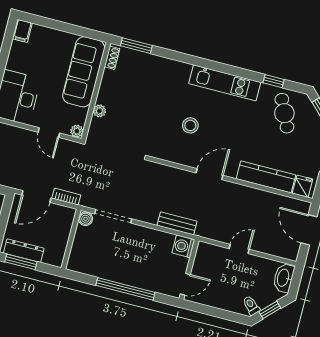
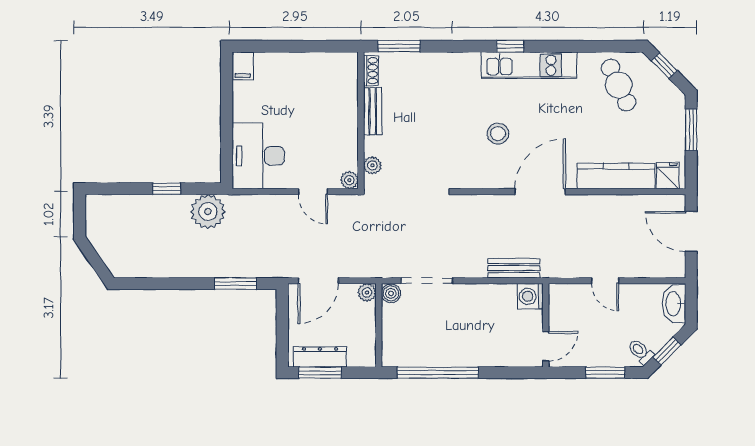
sofa: (84, 72) -> (338, 99), removed
window: (274, 81) -> (510, 46), moved
bench: (106, 87) -> (373, 111), added
plant: (99, 111) -> (372, 165), moved
door: (210, 174) -> (540, 192), width x1.36
bookcase: (66, 197) -> (358, 271), removed
plant: (69, 214) -> (367, 292), added
door: (239, 249) -> (605, 281), swing flipped
window: (125, 289) -> (438, 373), moved
window: (223, 314) -> (605, 373), added

